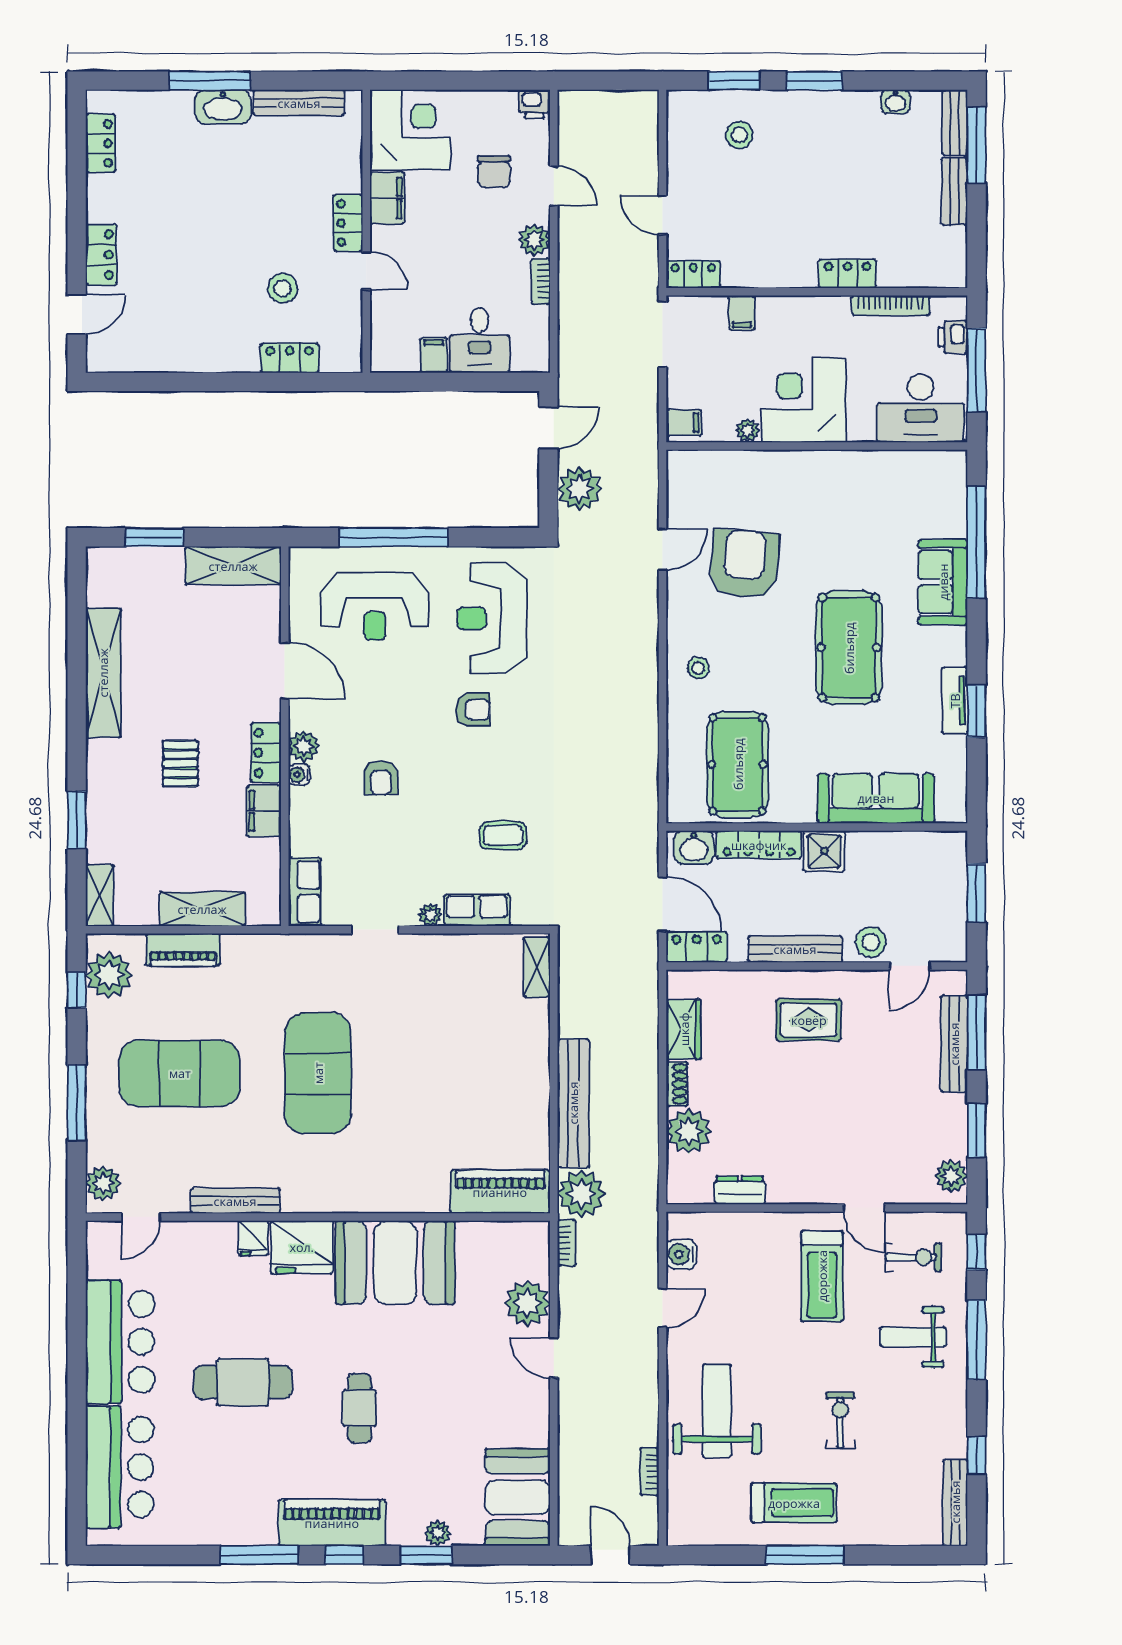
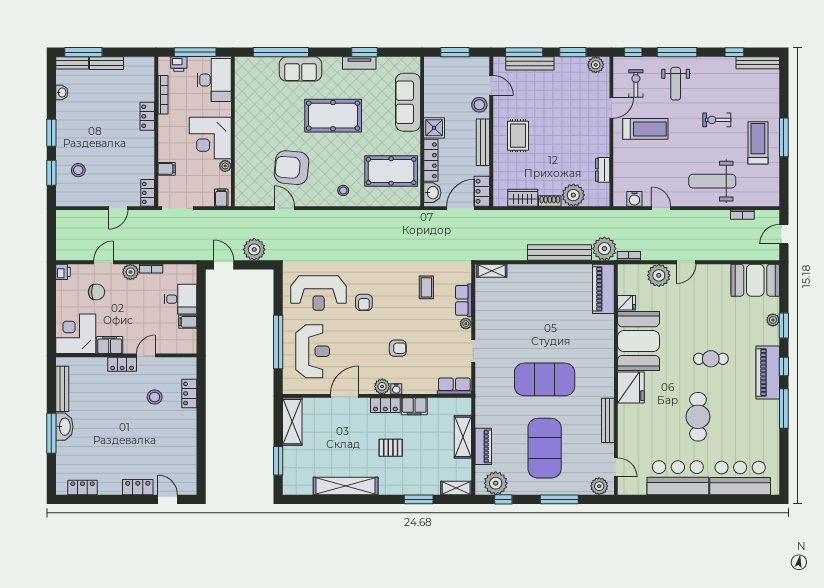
armchair: (473, 710) -> (364, 302), turned 180
fridge: (253, 1238) -> (626, 303), moved

